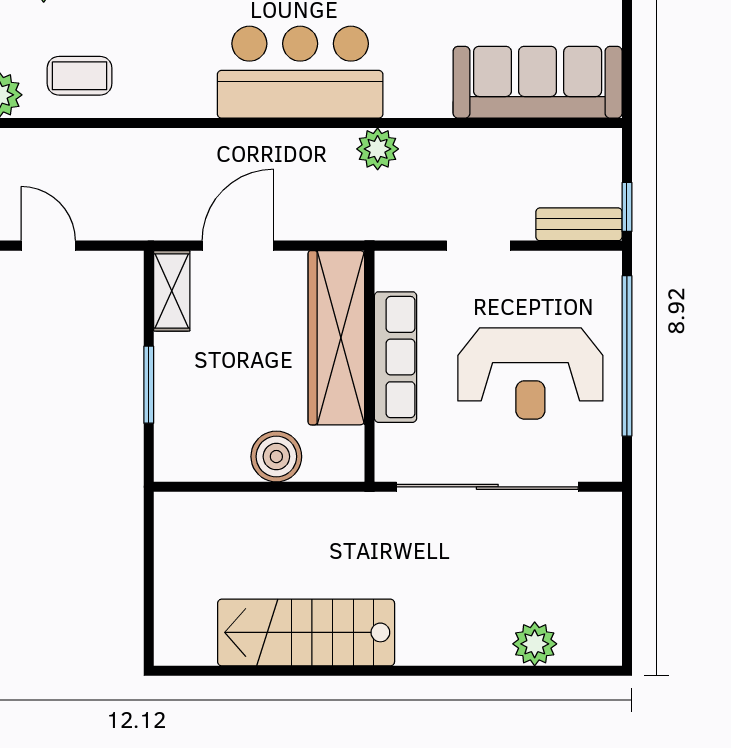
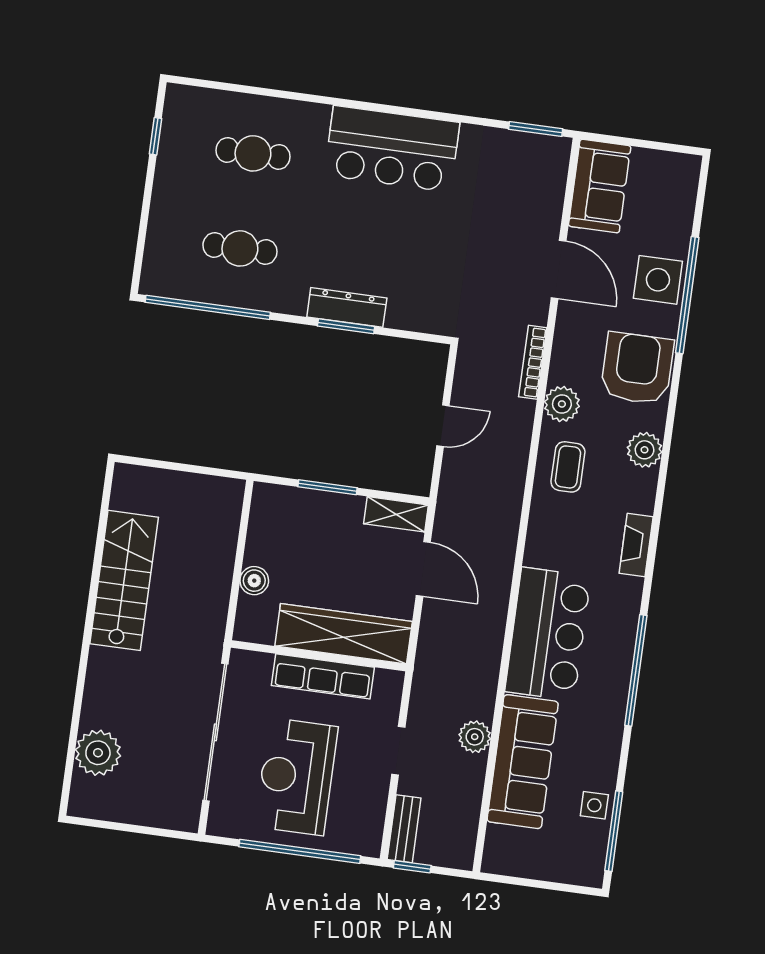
sofa: (538, 82) -> (523, 762), moved
plant: (378, 149) -> (475, 737), moved
boiler: (276, 457) -> (254, 581), width x0.73, depth x0.73
plant: (535, 644) -> (98, 753), width x1.36, depth x1.36

